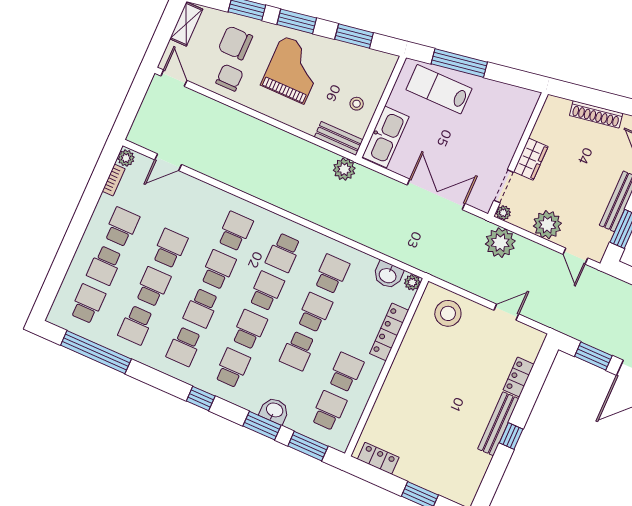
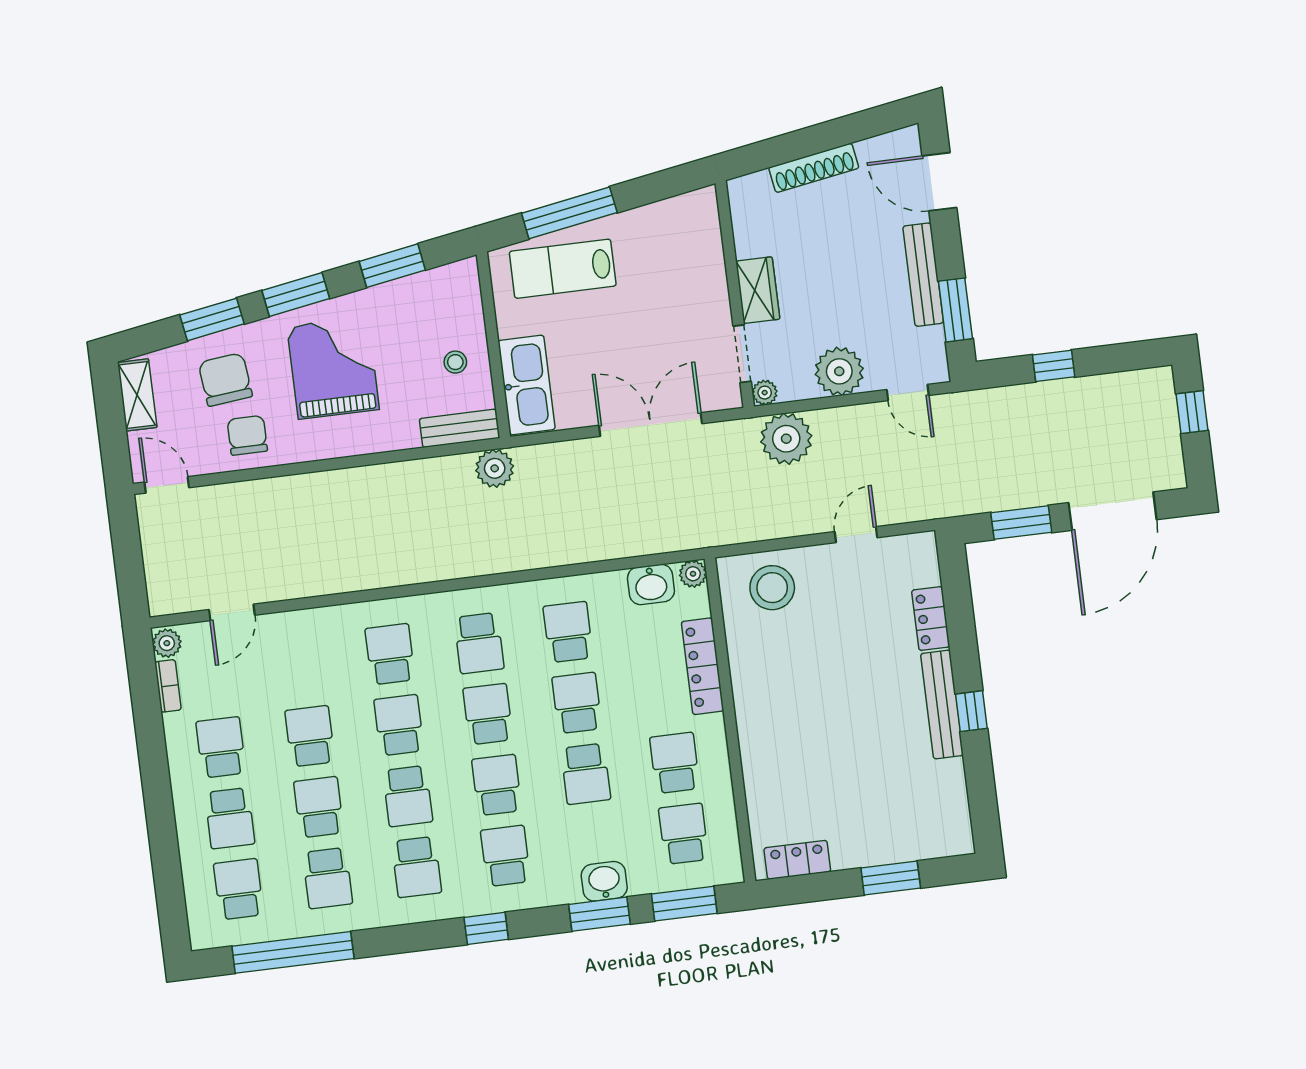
chair: (235, 43) -> (225, 380), turned 84

